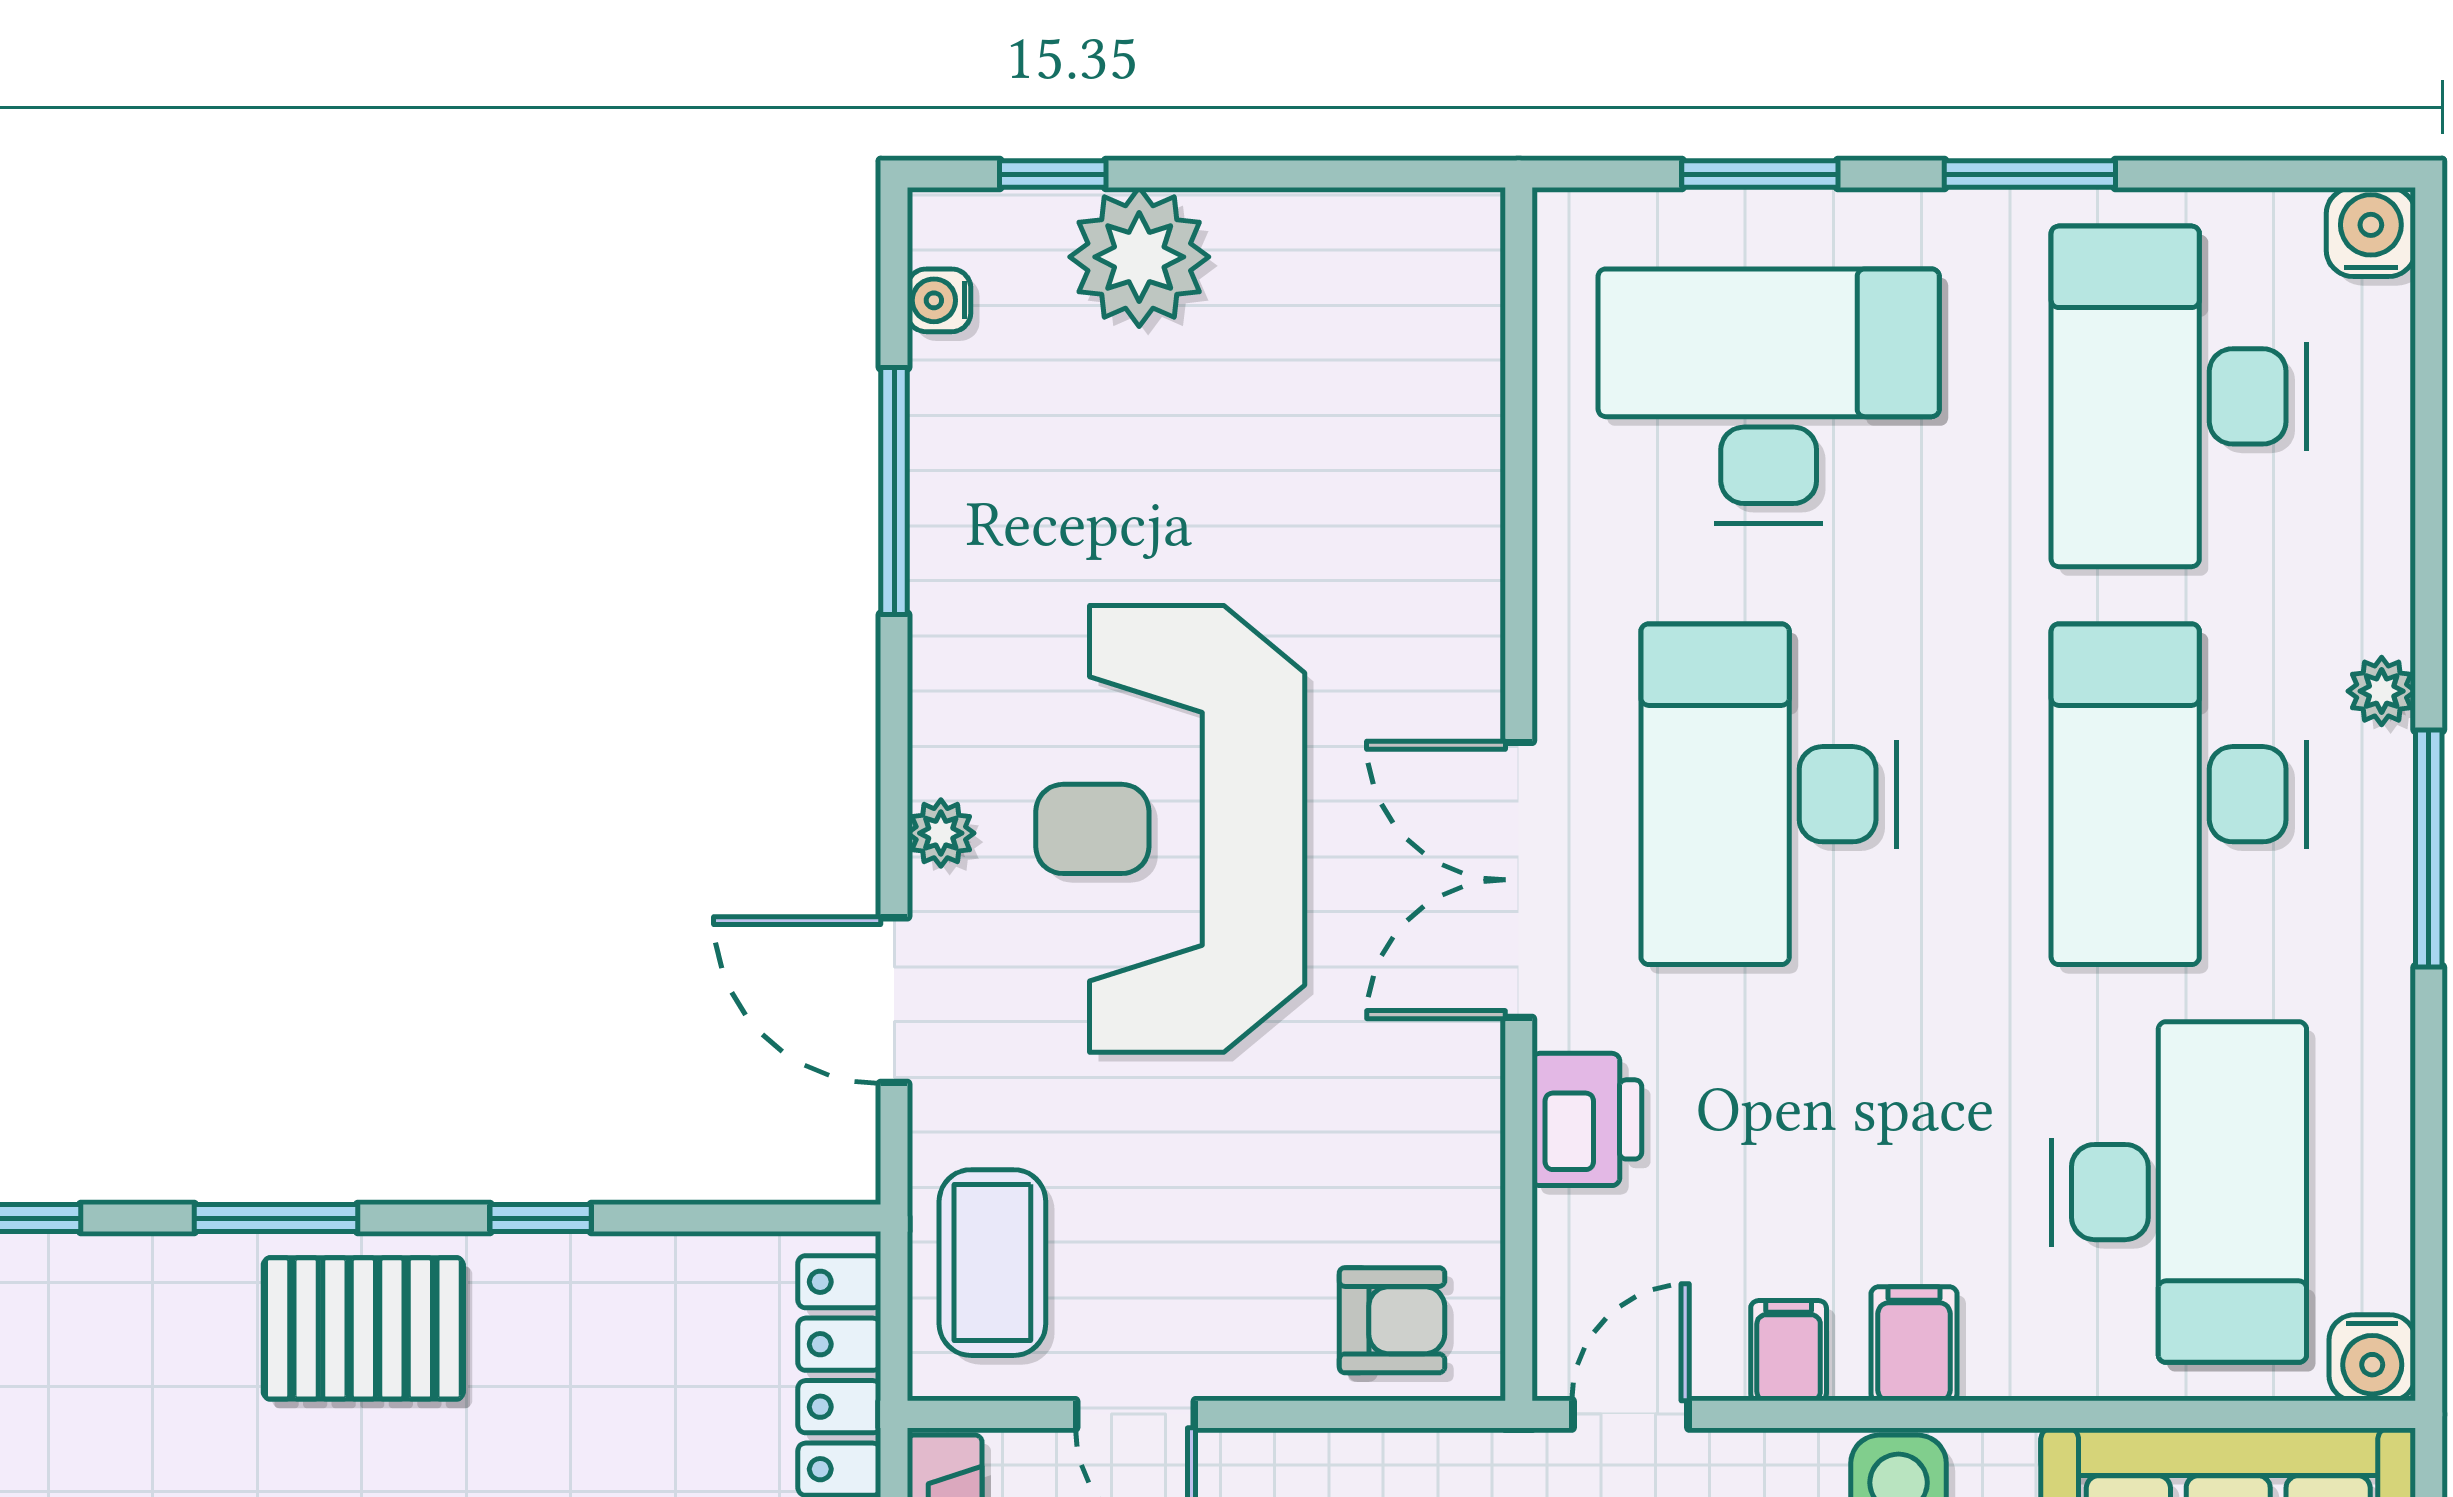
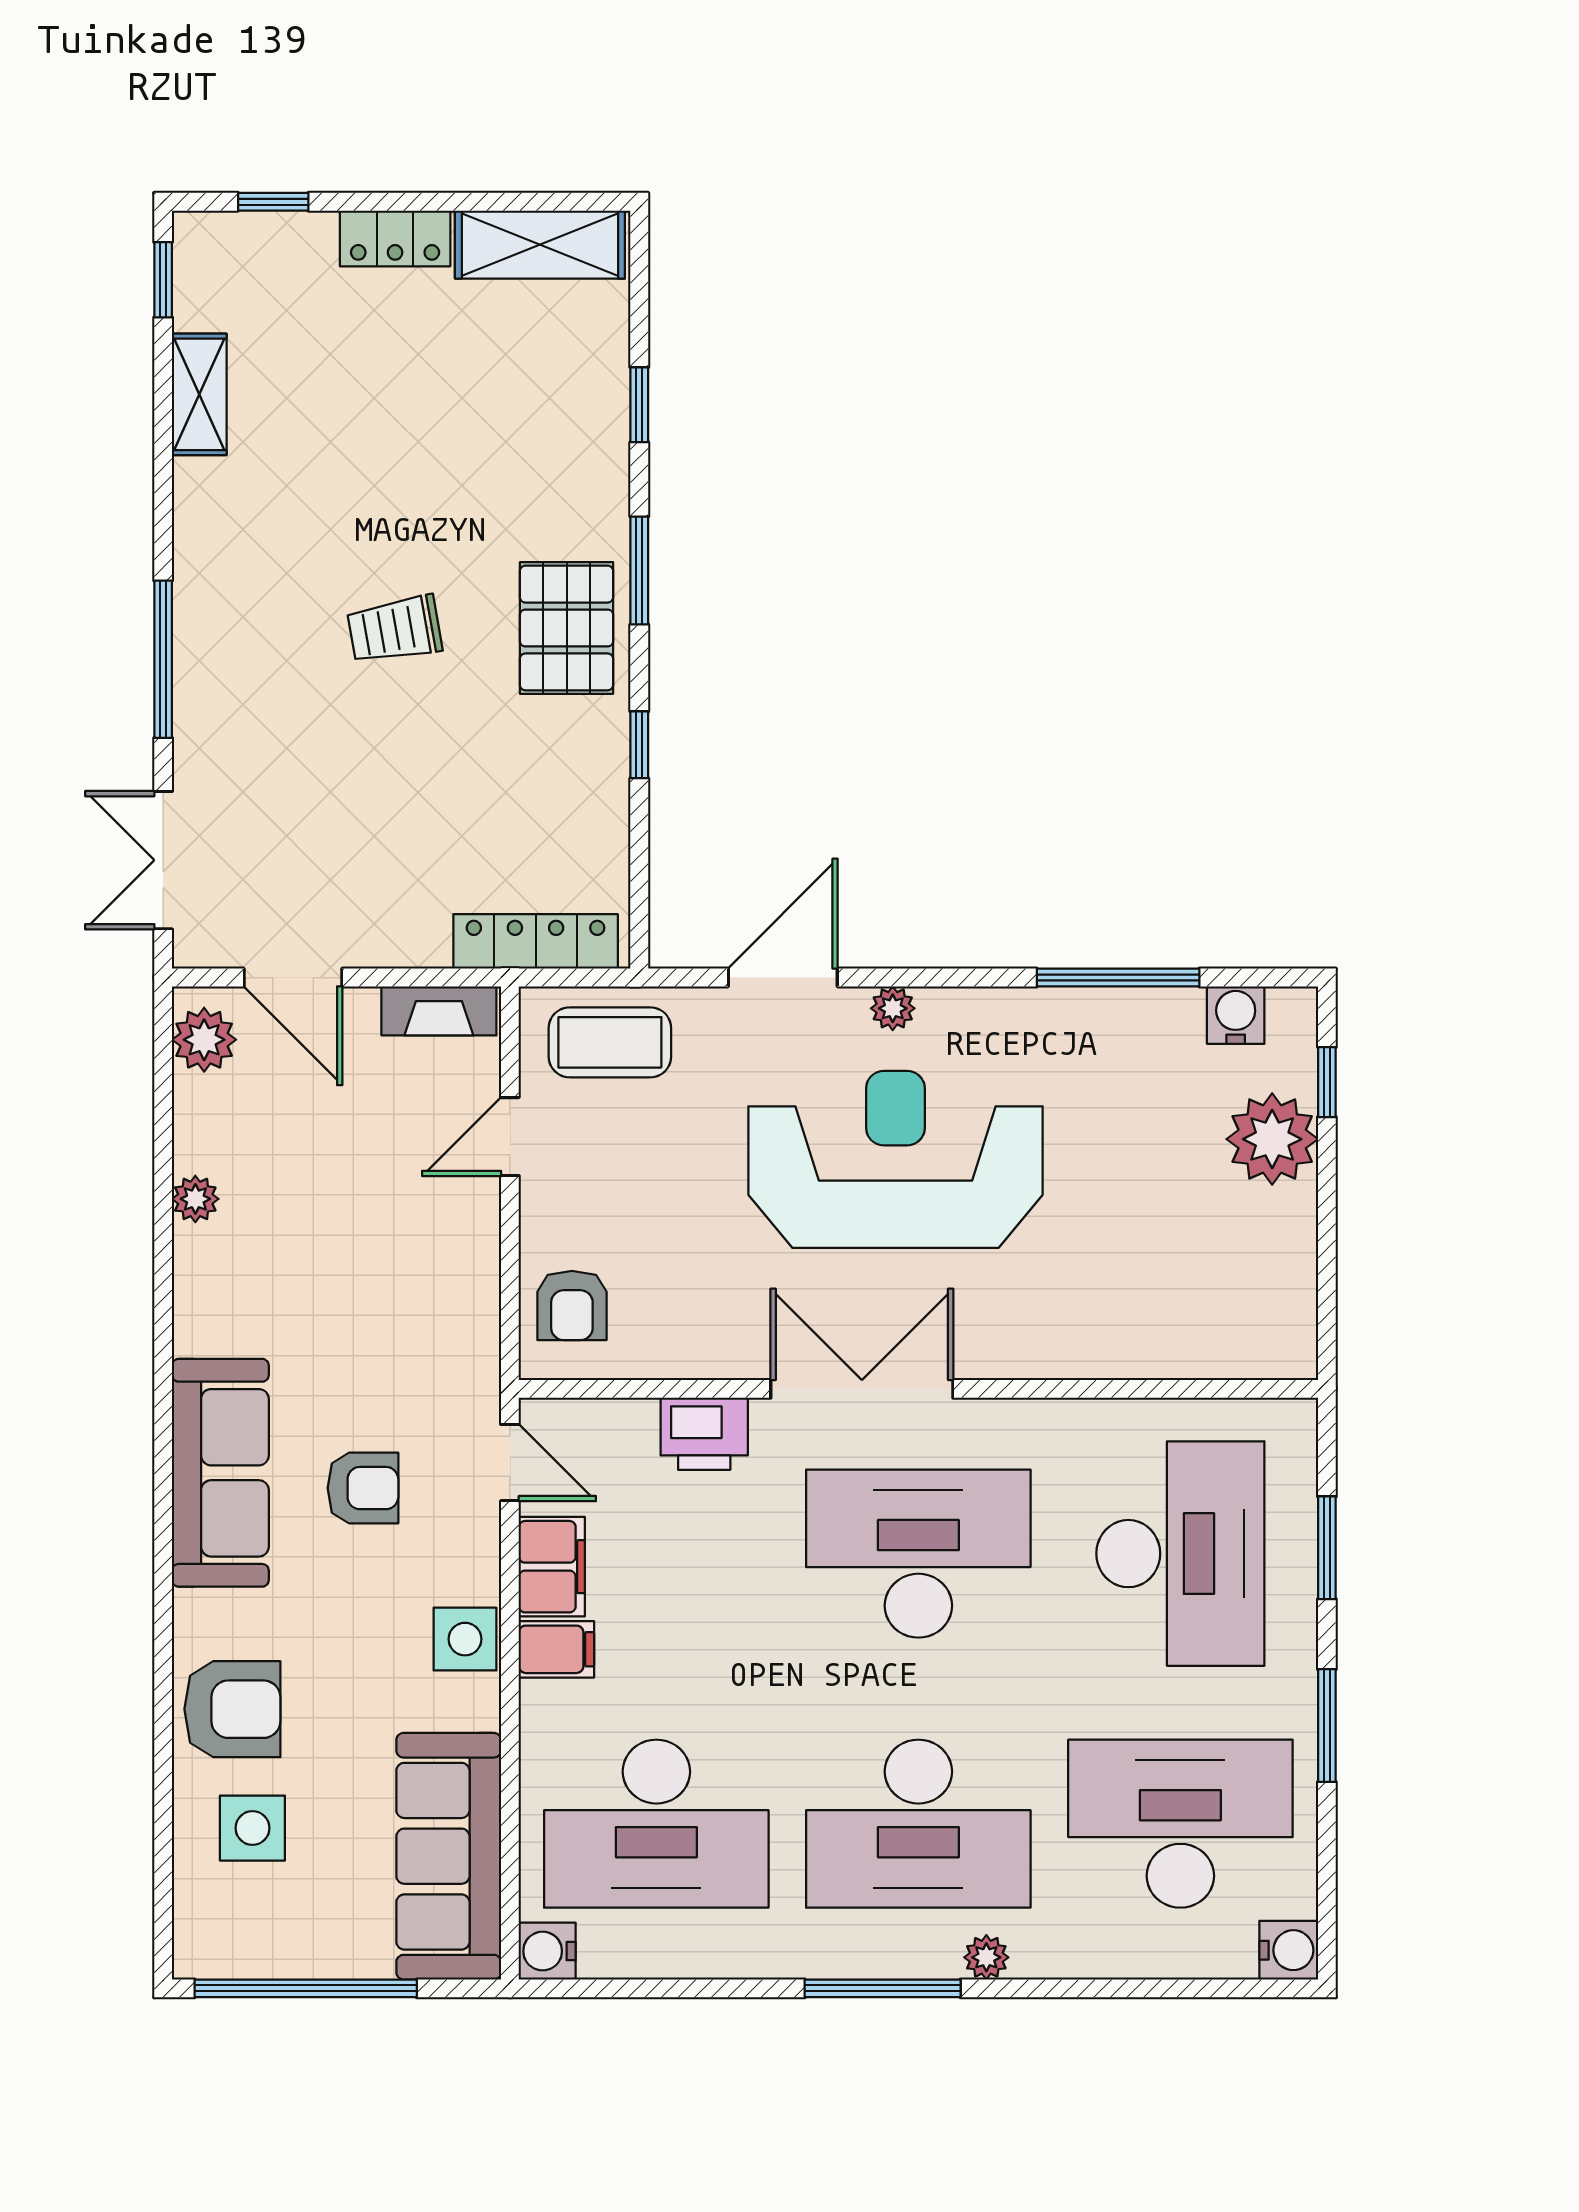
water cooler: (939, 300) -> (1236, 1015), width x1.38, depth x1.38
desk: (2179, 794) -> (918, 1824), turned 180
filing cabinet: (1789, 1351) -> (552, 1567), width x2.00

